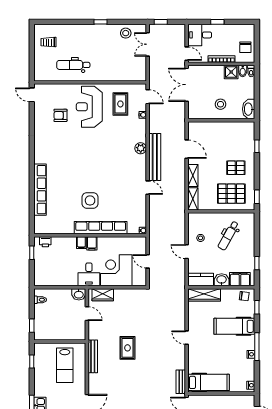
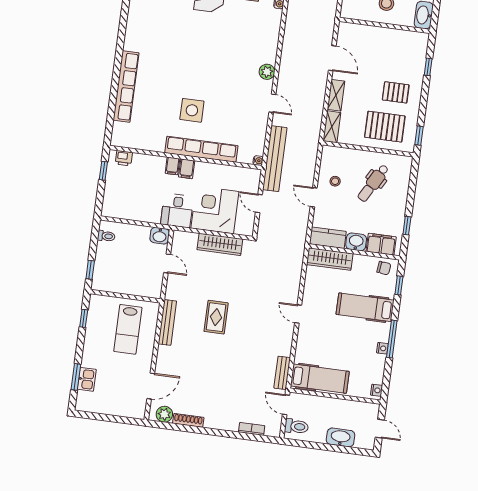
plant: (141, 148) -> (267, 72), moved
bench: (155, 157) -> (275, 159), moved
wardrobe: (103, 295) -> (220, 244), moved, width x1.50

